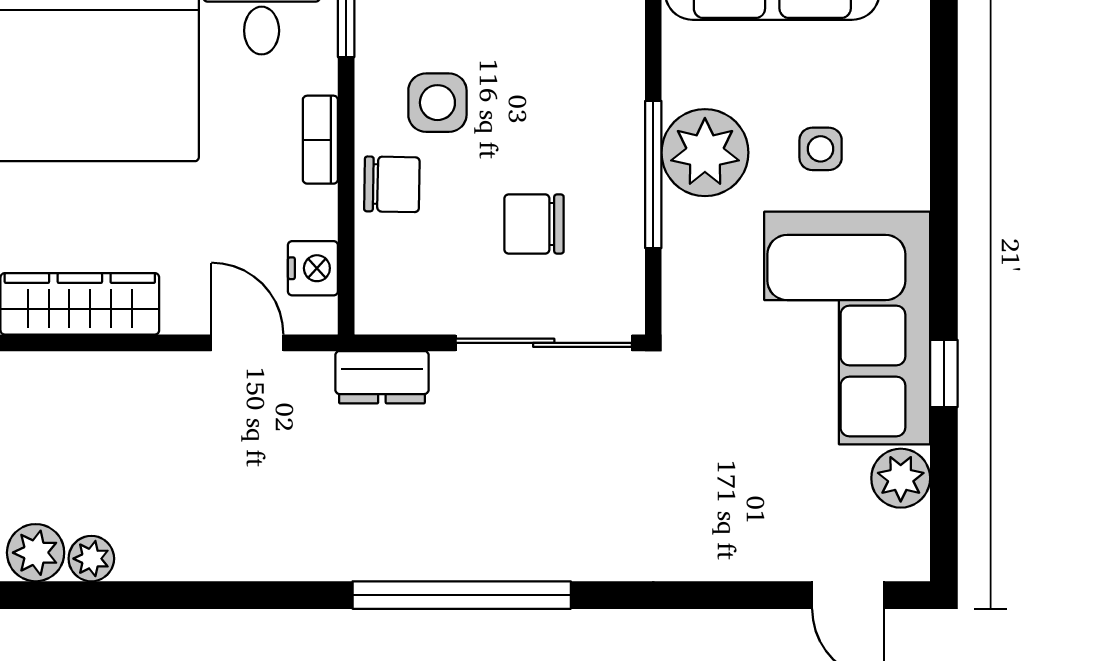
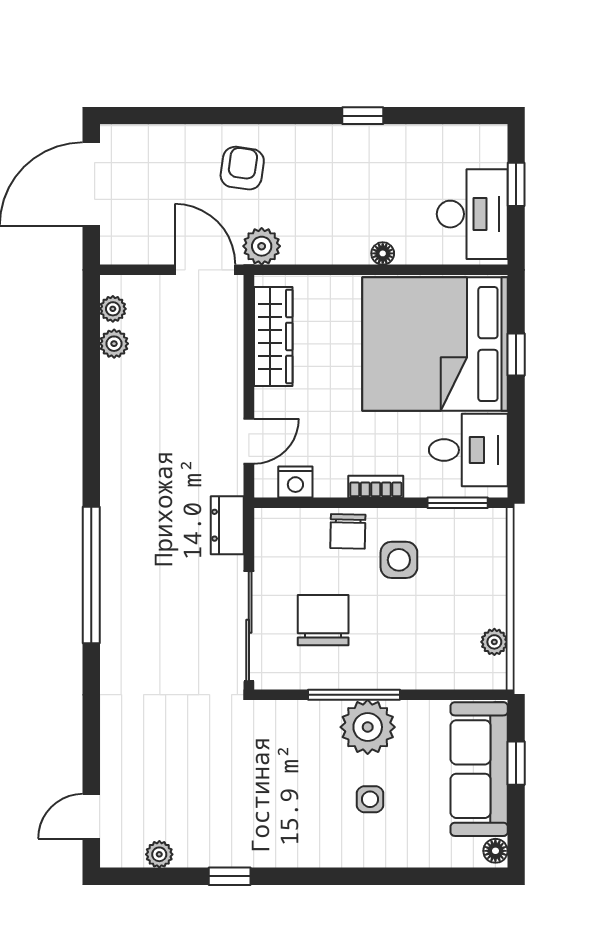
chair: (534, 224) -> (323, 620), width x1.37, depth x1.37
corner sofa: (847, 328) -> (258, 816), removed
plant: (901, 478) -> (159, 854), width x0.73, depth x0.73
plant: (36, 553) -> (113, 309), width x0.73, depth x0.73

